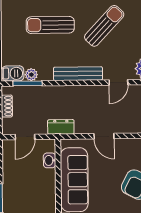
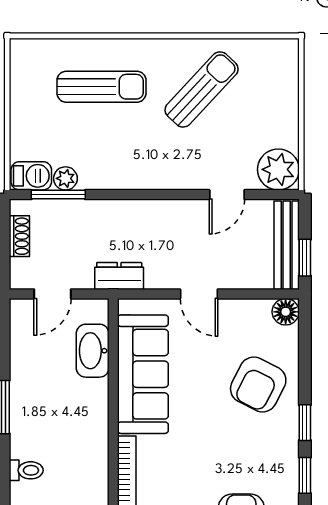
sun lounger: (50, 25) -> (102, 87), turned 180
bench: (78, 74) -> (152, 177), removed
washbasin: (50, 160) -> (93, 351), width x1.91, depth x1.45

